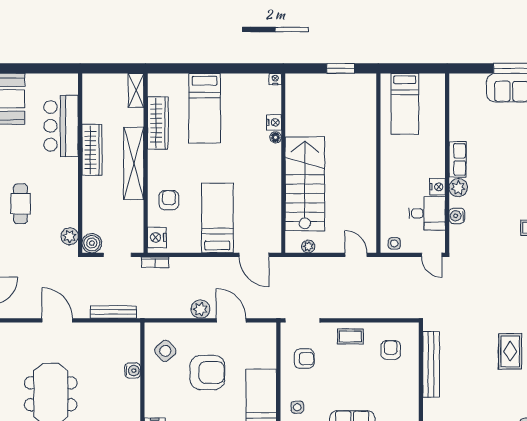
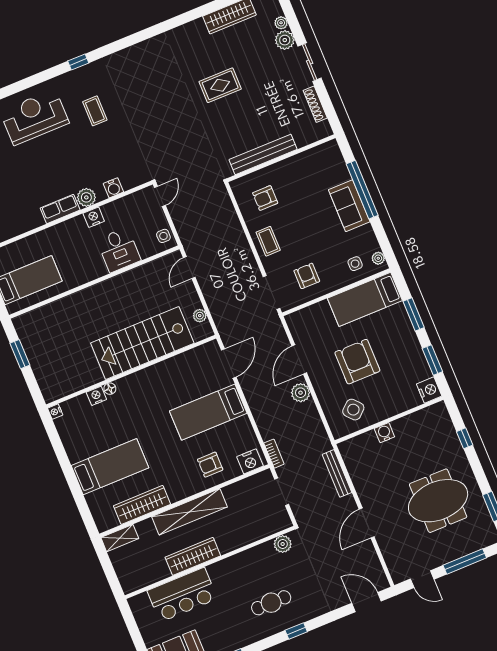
desk: (427, 213) -> (119, 250), moved, turned 180
boiler: (92, 243) -> (281, 520), removed

